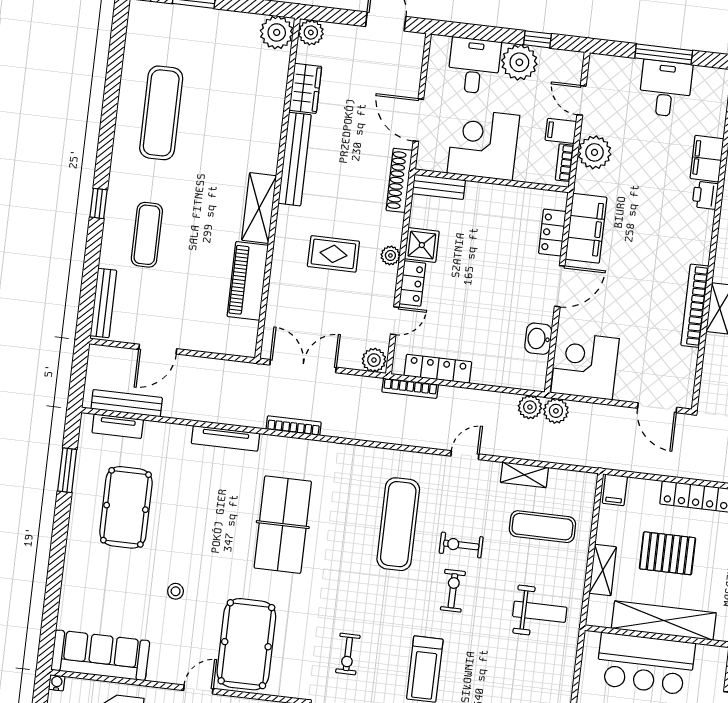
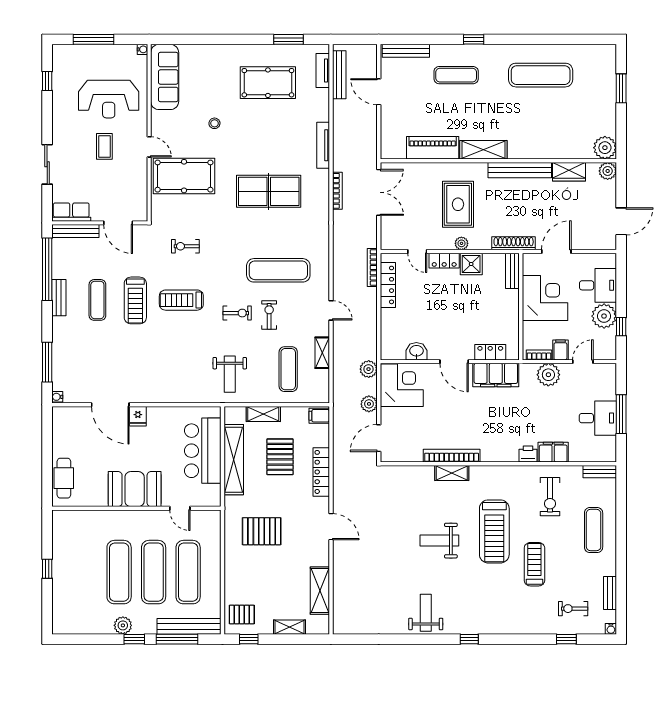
rug: (333, 254) -> (458, 204), width x1.36, depth x1.43
plant: (374, 360) -> (389, 240), removed
plant: (530, 407) -> (369, 404), moved

